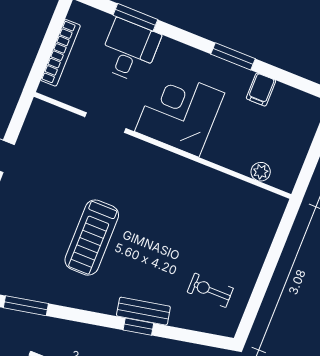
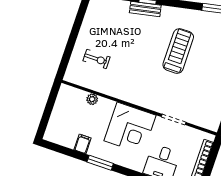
plant: (261, 172) -> (92, 99), moved
exercise bike: (210, 290) -> (97, 59), moved

